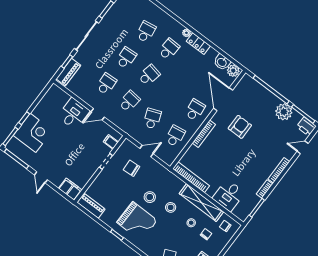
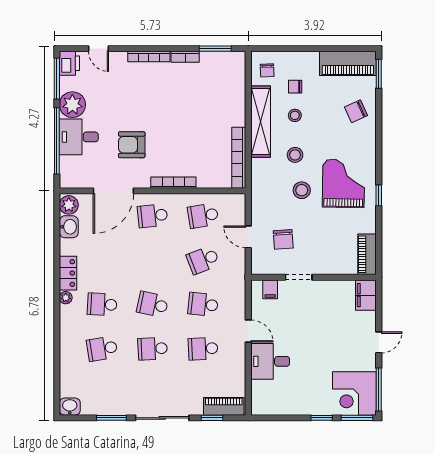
corner desk: (33, 133) -> (354, 393), moved, turned -90
desk: (229, 195) -> (79, 137), moved, turned 180

